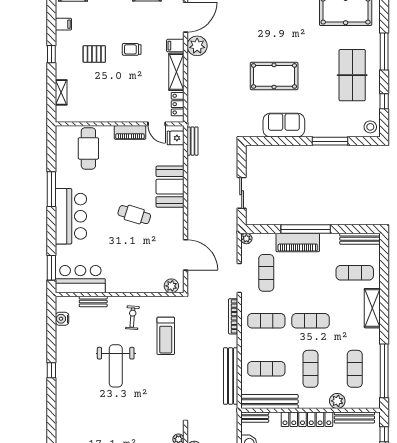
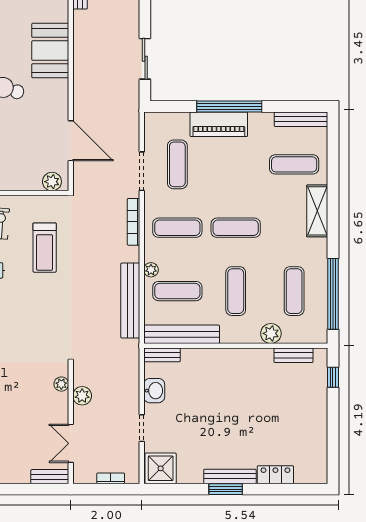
plant: (246, 239) -> (151, 270), moved
bench: (354, 417) -> (294, 355), width x0.73
locker: (307, 419) -> (231, 358), removed

